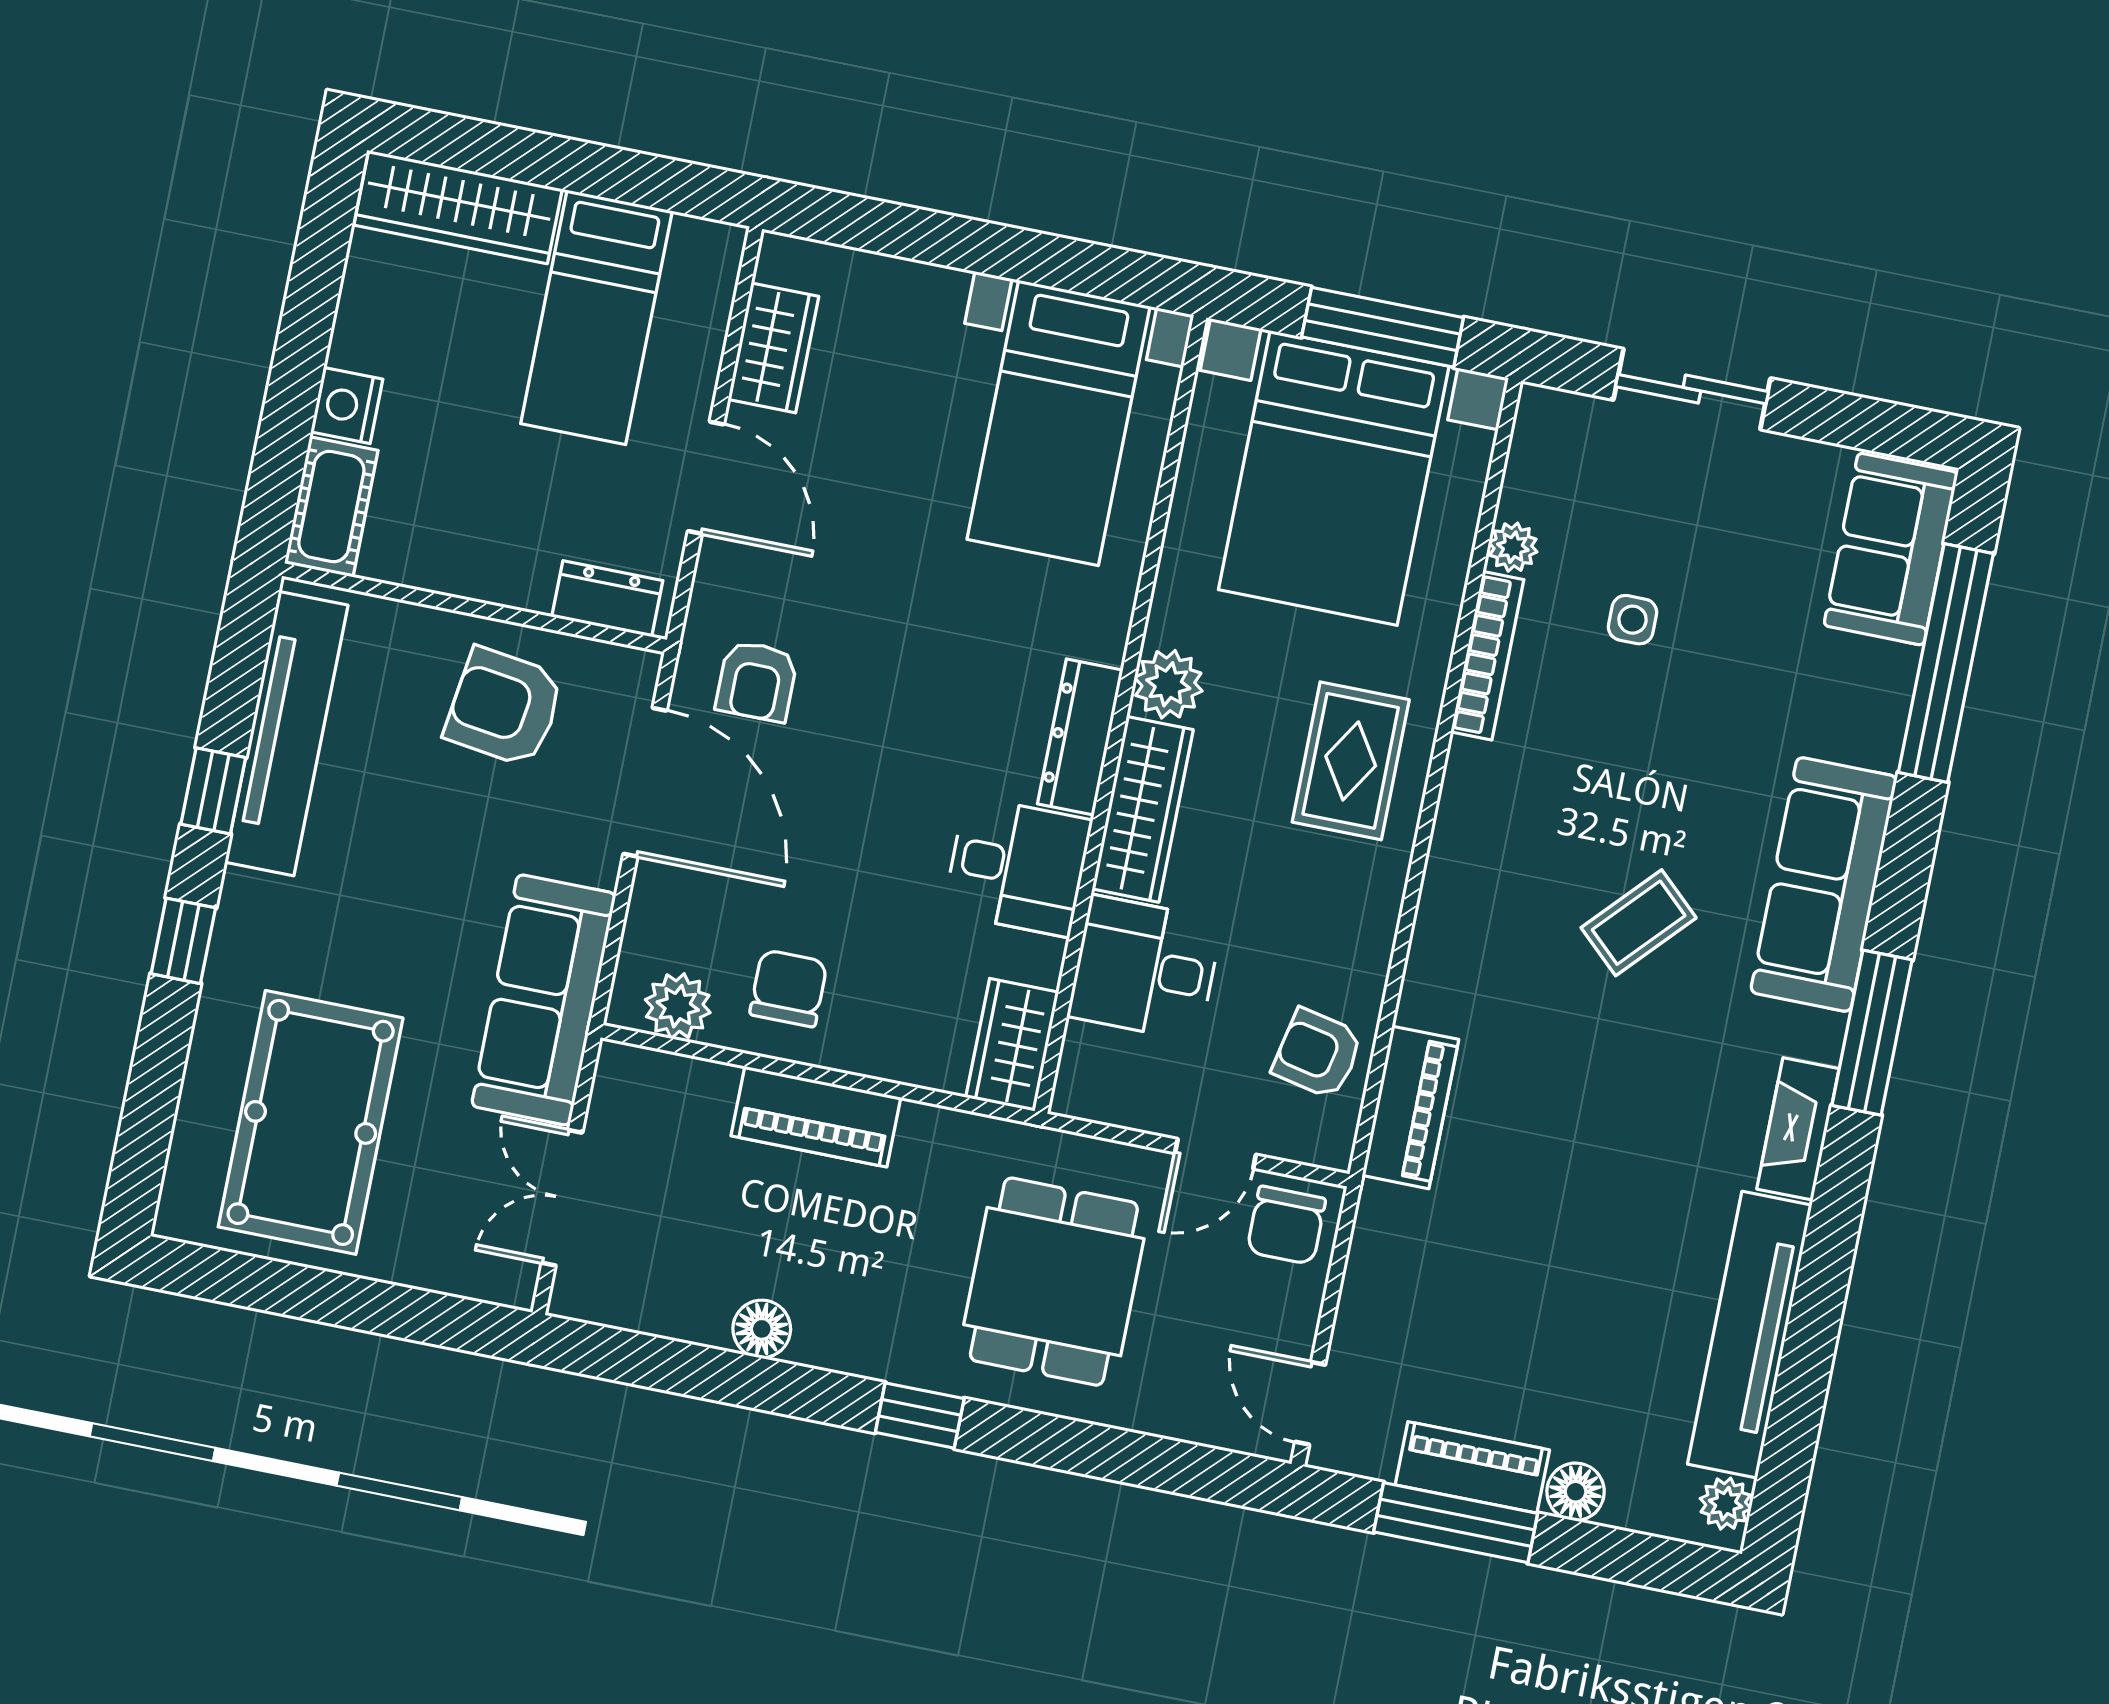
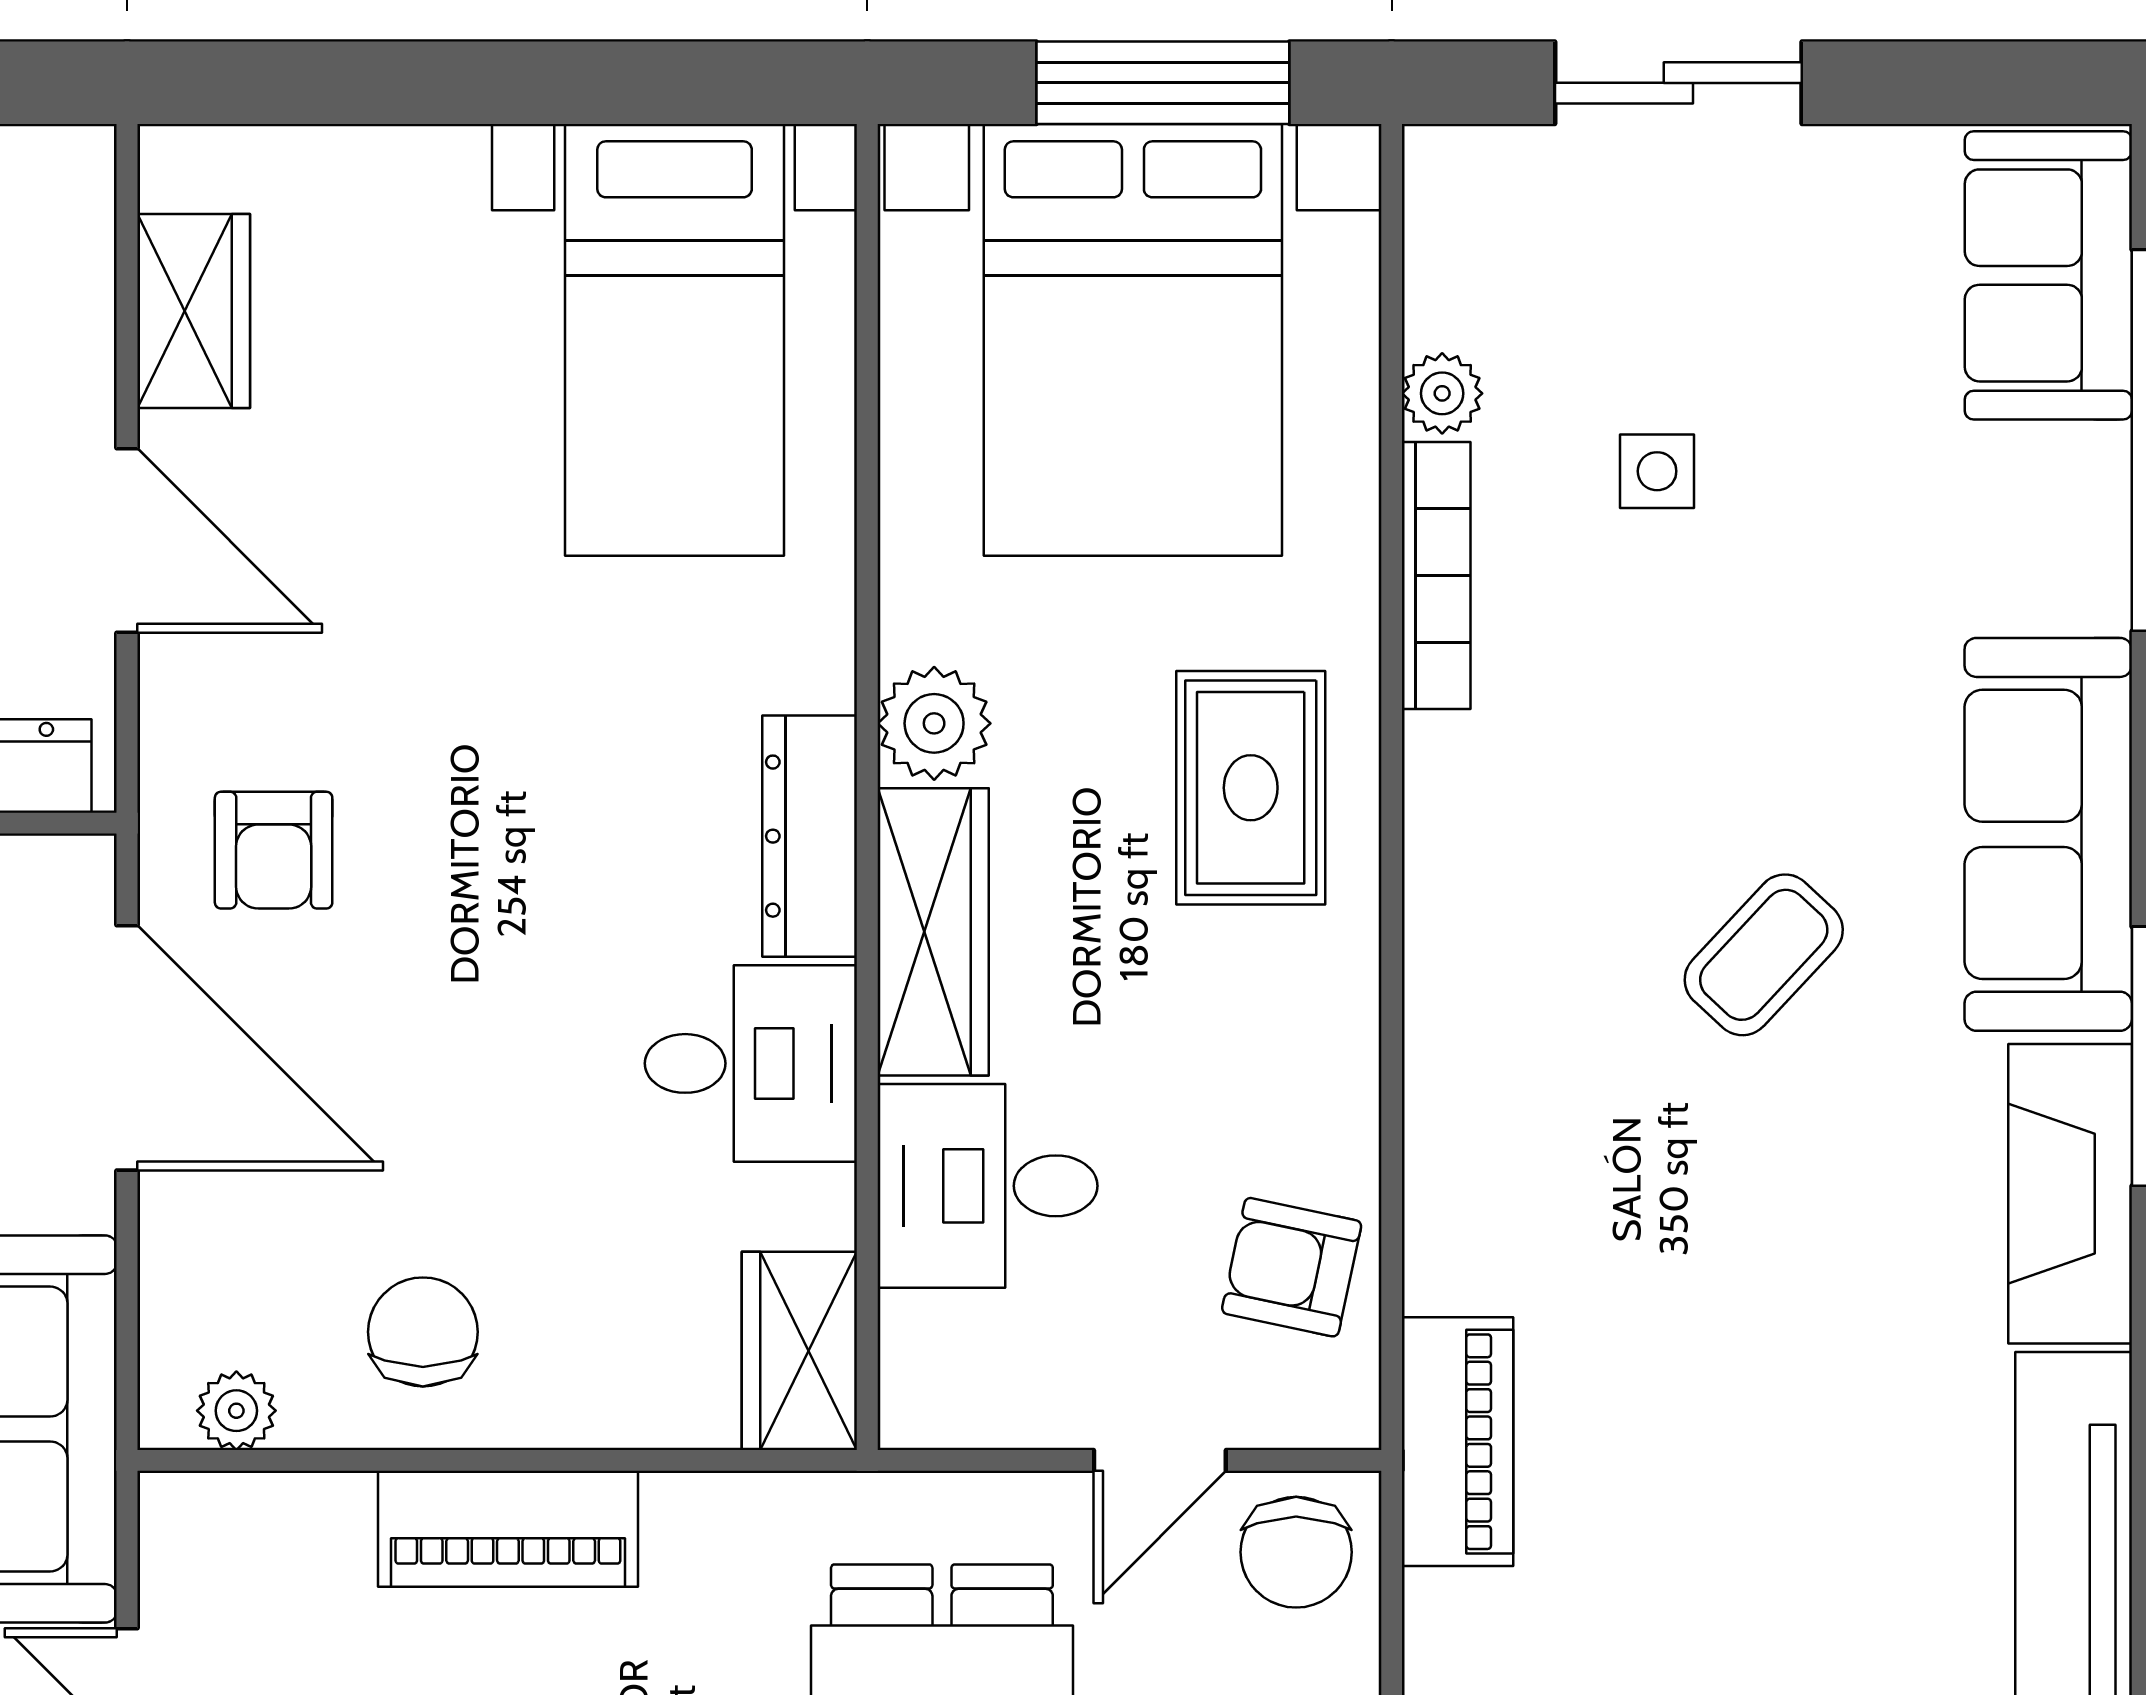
plant: (678, 1006) -> (236, 1411), width x0.73, depth x0.73
piano: (1411, 1107) -> (1457, 1442), moved
fireplace: (1798, 1129) -> (2070, 1194), width x1.37, depth x1.32

